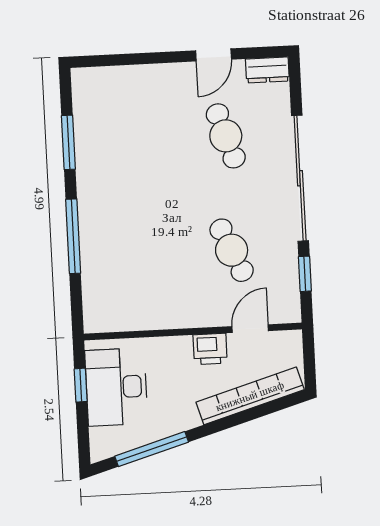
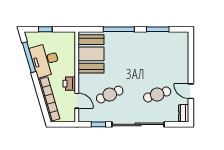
booth: (136, 300) -> (91, 54), added
window: (81, 385) -> (45, 29), moved
desk: (116, 387) -> (45, 60), moved, turned -106

